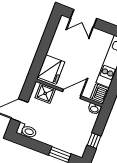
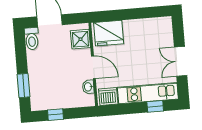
double door: (84, 18) -> (181, 61), moved
washbasin: (94, 109) -> (88, 87), moved

